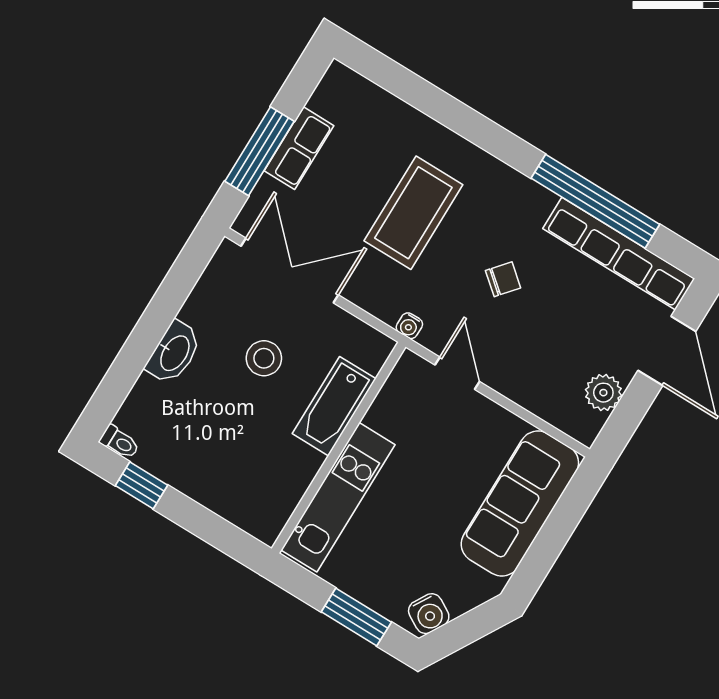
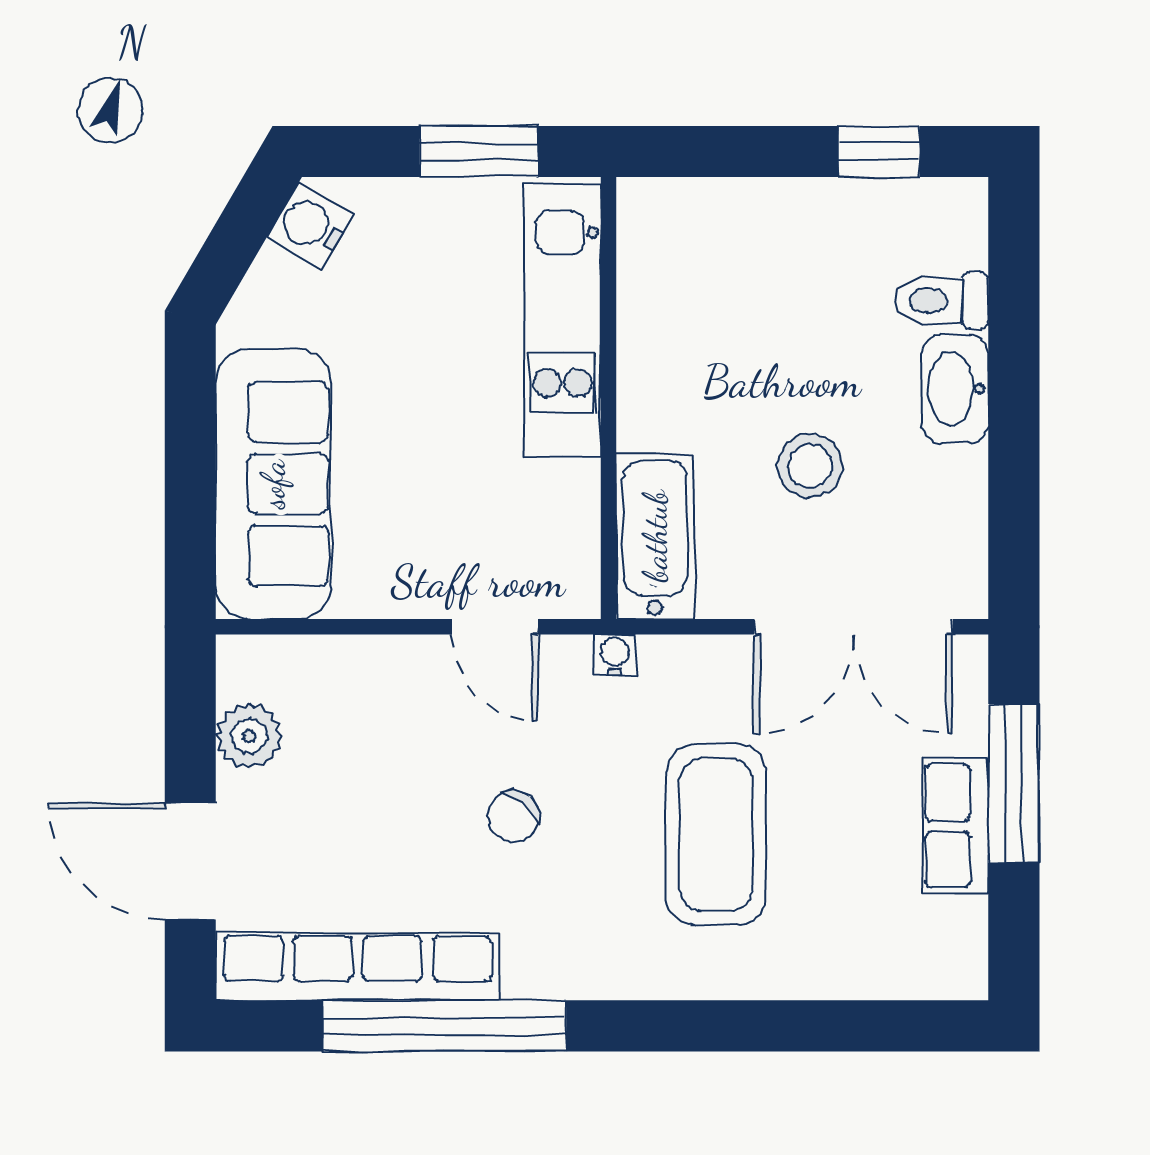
bathtub: (334, 406) -> (655, 536), moved
toilet: (119, 442) -> (942, 301), moved, width x1.37, depth x1.39
window: (356, 617) -> (479, 151), moved

